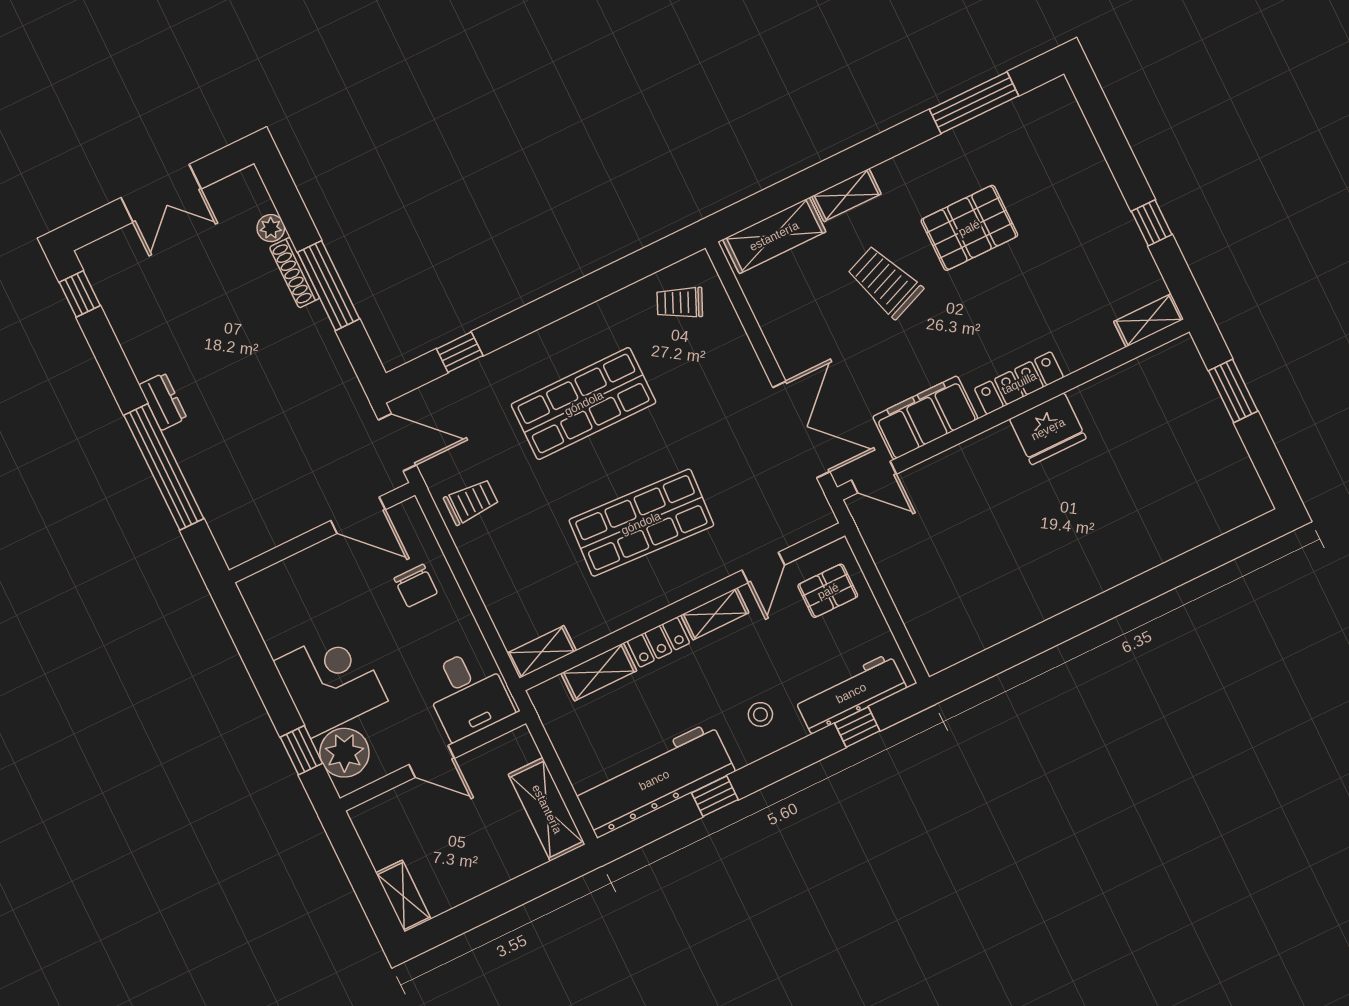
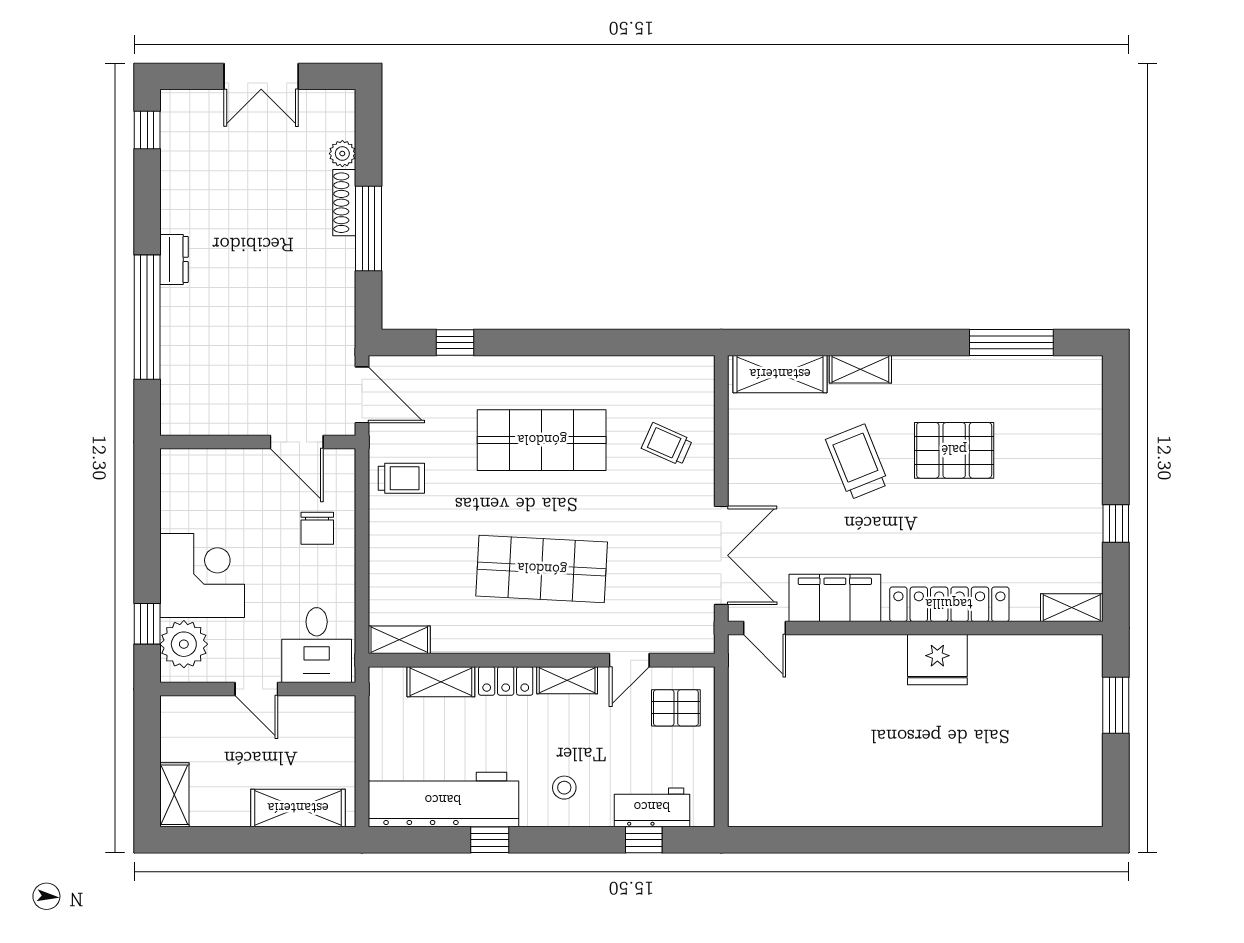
trolley: (680, 303) -> (667, 444), moved
locker: (1019, 383) -> (949, 604), width x1.41, depth x1.21
workbench: (851, 693) -> (652, 807), width x0.73
shelving: (547, 809) -> (298, 808), moved, turned 90

